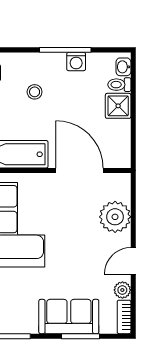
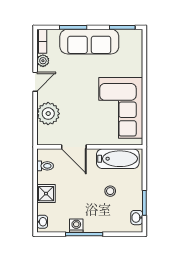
toilet: (119, 85) -> (45, 166), moved
stool: (35, 92) -> (110, 191), moved
door: (80, 171) -> (74, 147), width x0.73
sofa: (69, 317) -> (89, 42), width x1.36

